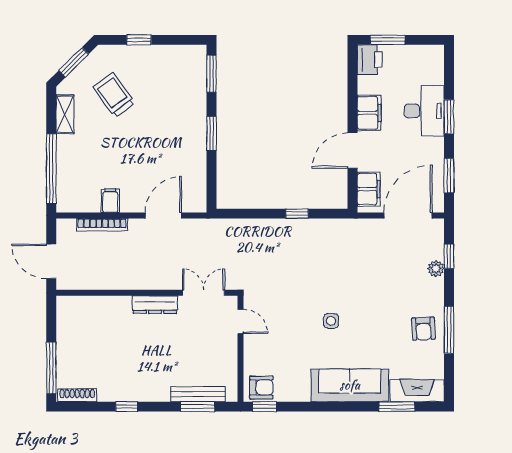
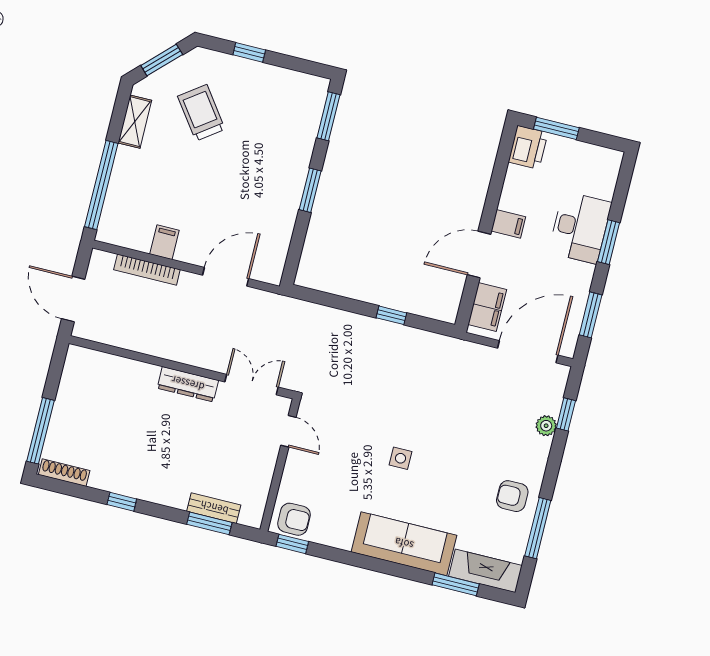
filing cabinet: (369, 113) -> (508, 224), width x0.50
armchair: (423, 329) -> (512, 496), turned 93
window: (449, 330) -> (538, 528), moved
bench: (198, 394) -> (214, 508), width x0.73

